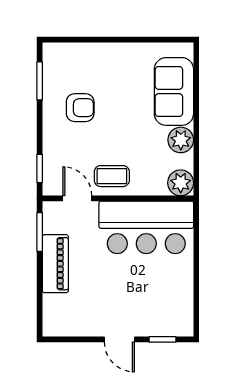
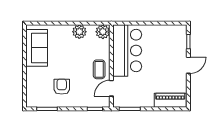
sofa: (174, 91) -> (37, 48), moved, turned -90
piano: (55, 264) -> (170, 100), moved

